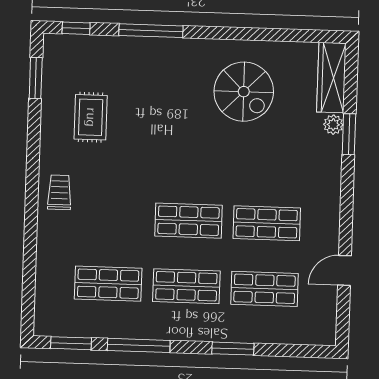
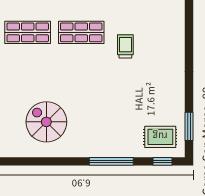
rug: (91, 117) -> (160, 137), moved, turned 90
trolley: (59, 192) -> (125, 46), moved, turned 180

